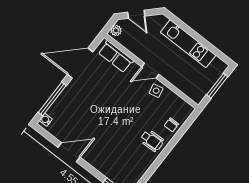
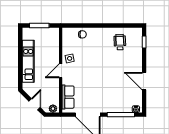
door: (150, 71) -> (61, 71), swing flipped
wheelchair: (152, 141) -> (120, 42), moved

